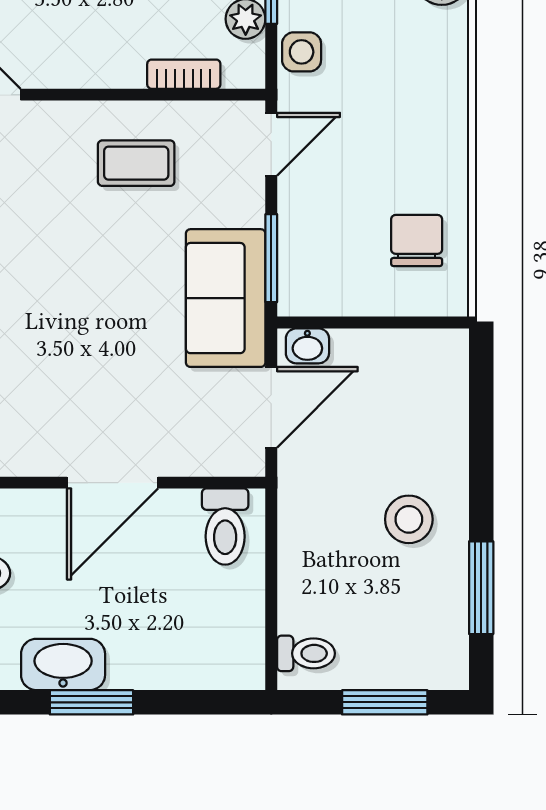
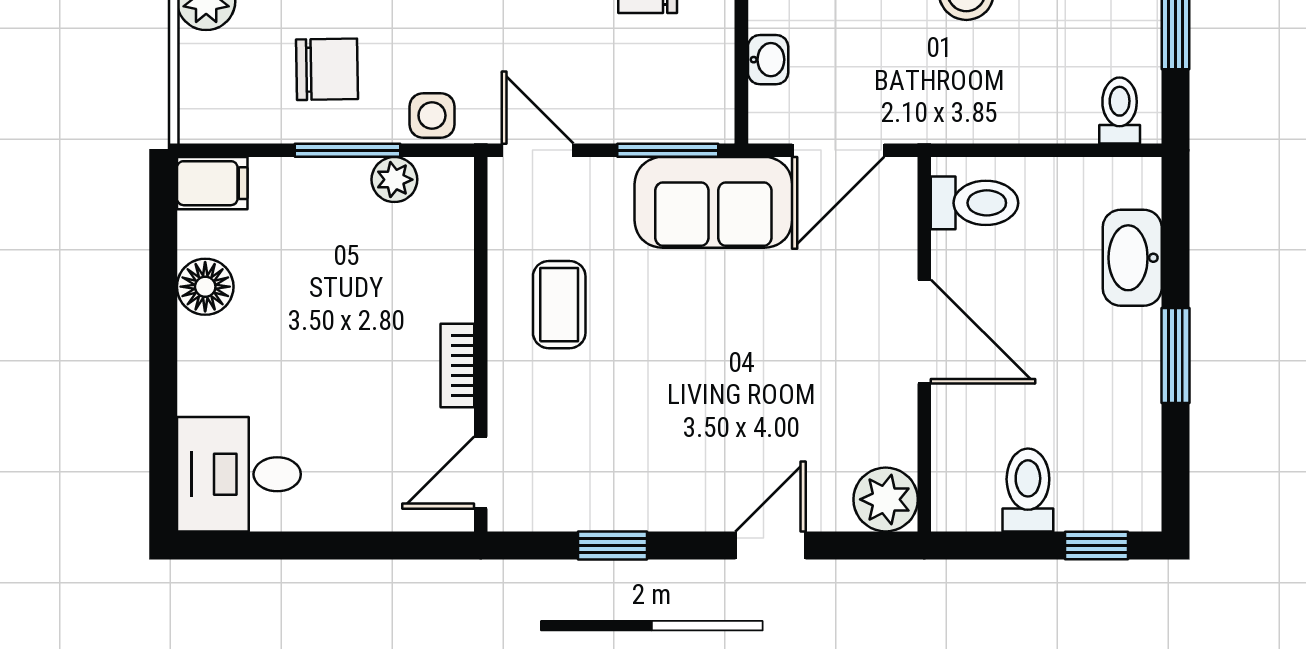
bookcase: (184, 74) -> (457, 366), moved
washbasin: (307, 346) -> (768, 60), moved
door: (271, 407) -> (838, 150), swing flipped
washbasin: (63, 664) -> (1132, 258), moved

